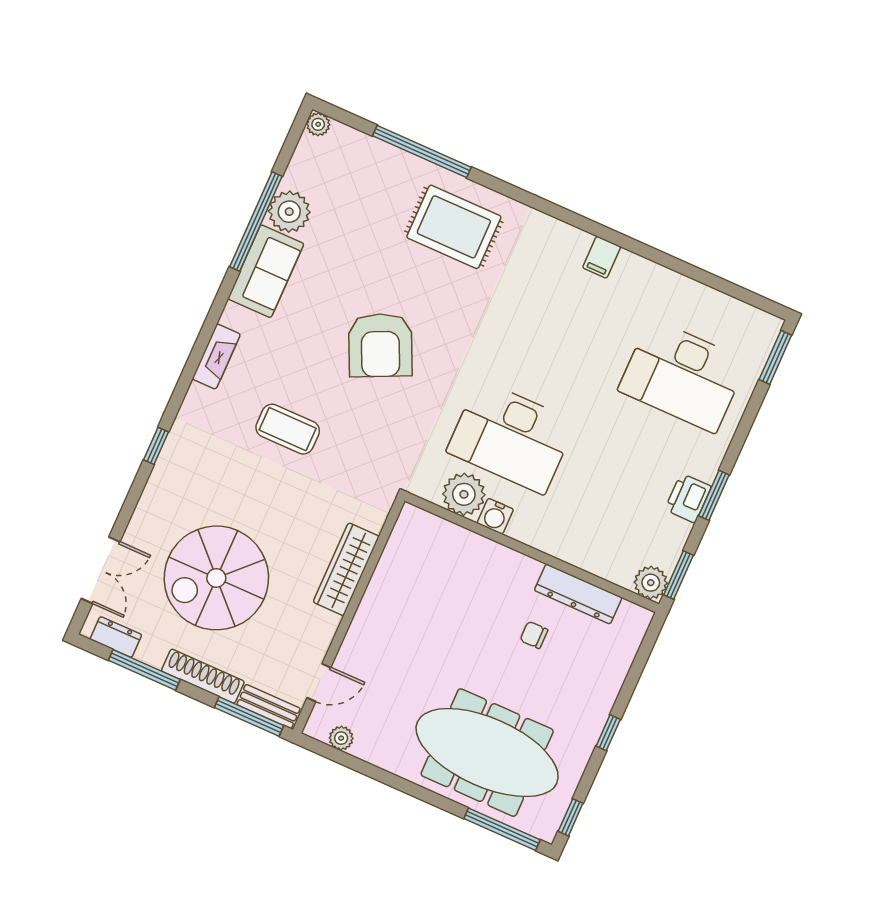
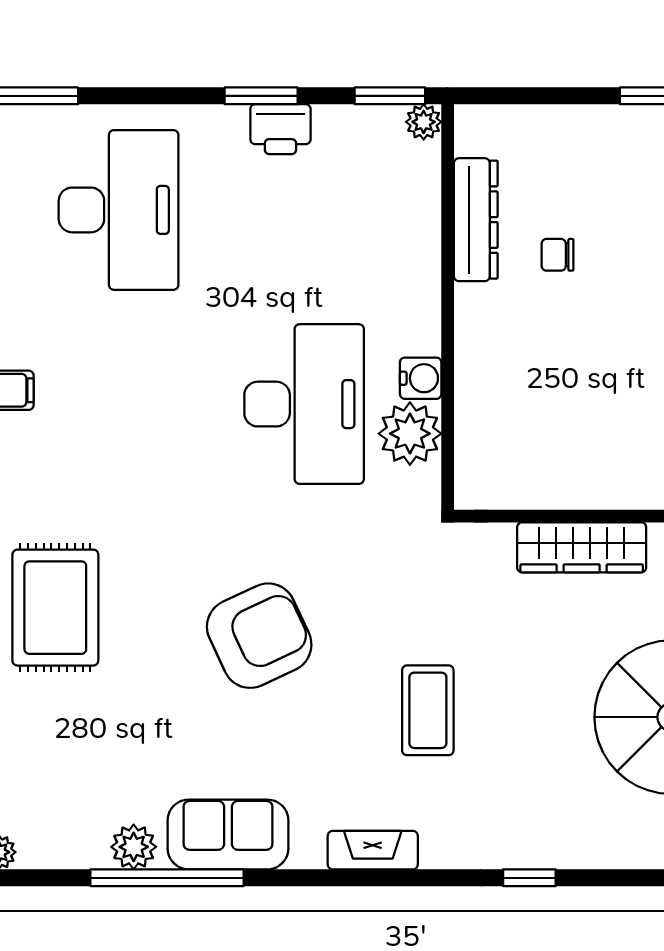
plant: (289, 212) -> (134, 847), width x0.73, depth x0.73
plant: (651, 583) -> (424, 122), width x0.73, depth x0.73
chair: (534, 635) -> (558, 255), turned 90

